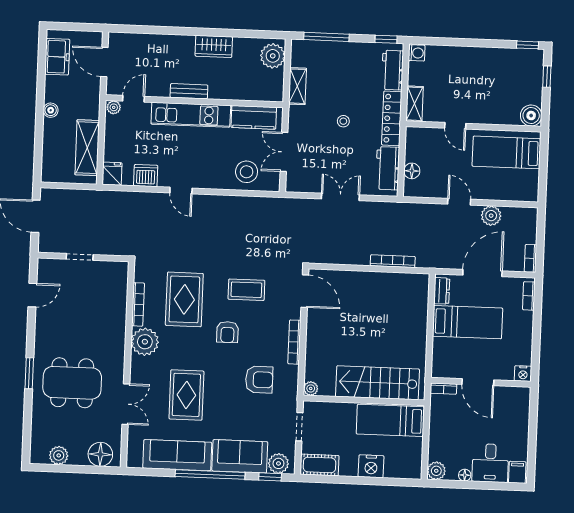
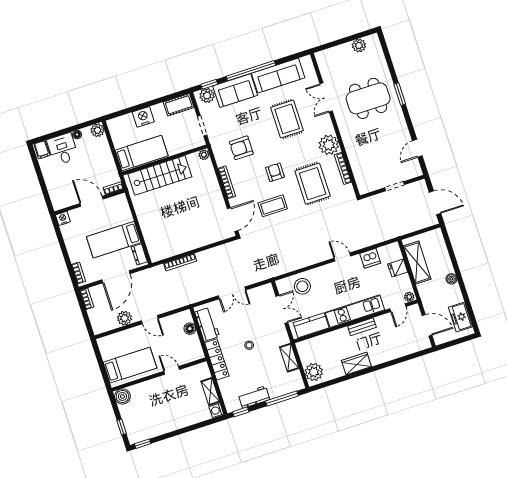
workbench: (392, 70) -> (254, 397), moved, turned -90
shelving: (415, 104) -> (210, 391), moved
fridge: (112, 174) -> (398, 268), moved, turned 90
door: (305, 291) -> (233, 220), swing flipped
floor lamp: (100, 454) -> (331, 57), removed

